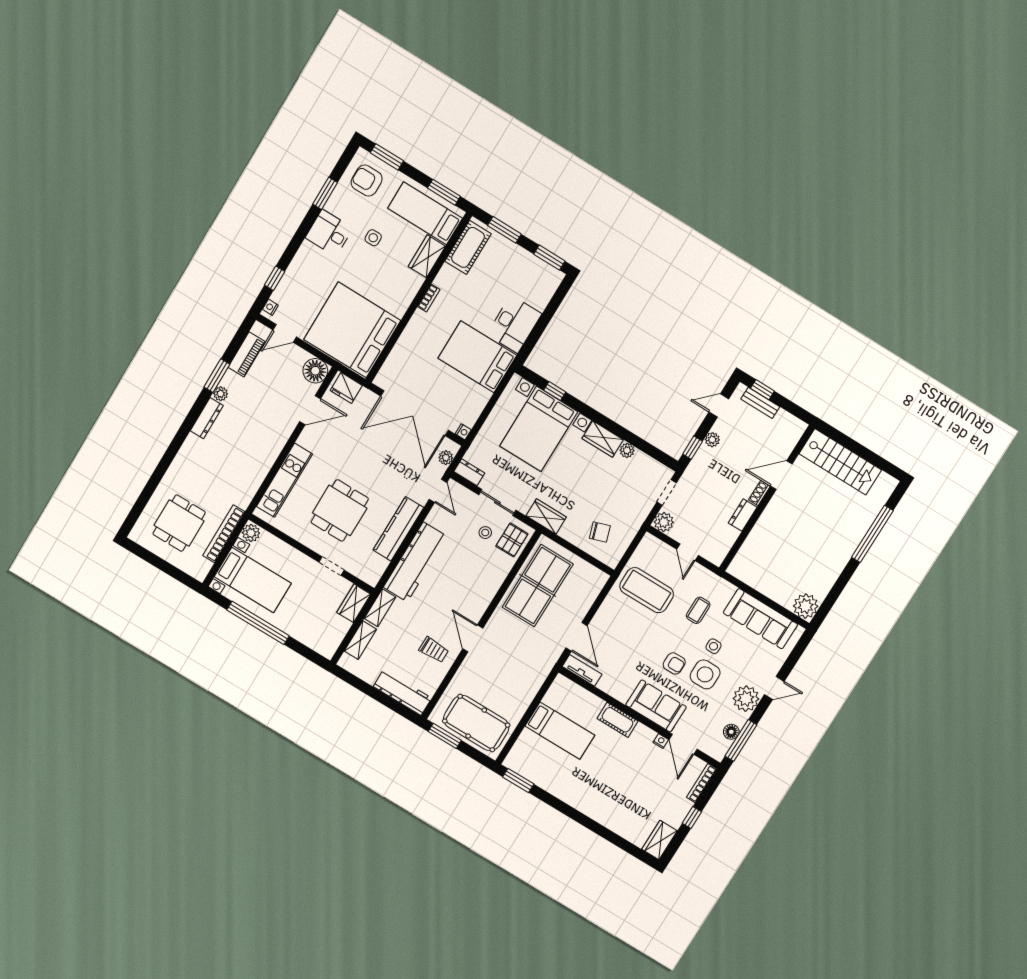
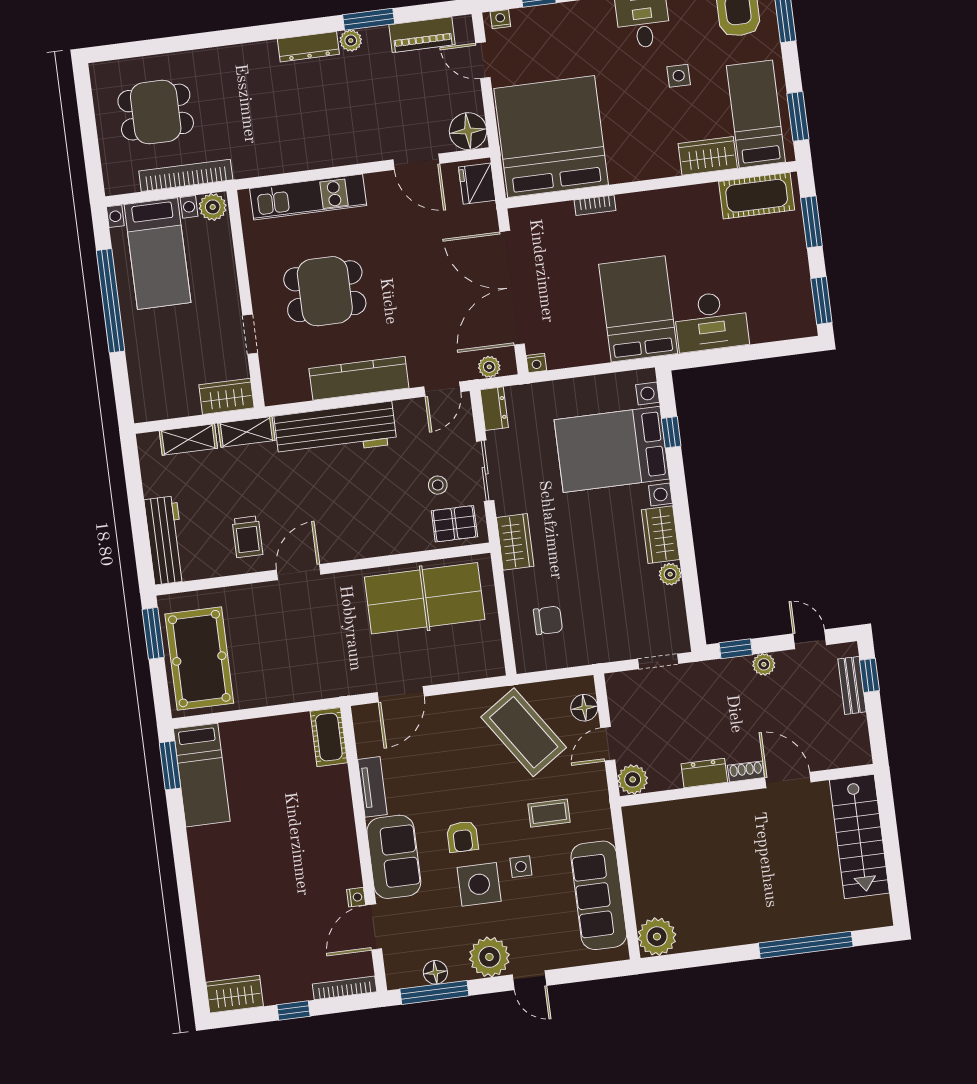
bookcase: (429, 298) -> (595, 205), moved
plant: (664, 522) -> (633, 779), moved
chair: (600, 532) -> (548, 620), turned -72
floor lamp: (659, 549) -> (584, 708), added
coffee table: (647, 590) -> (524, 732), turned -34
tv unit: (582, 670) -> (372, 787), moved
cot: (618, 720) -> (329, 737), moved
bed: (560, 731) -> (202, 775), moved

